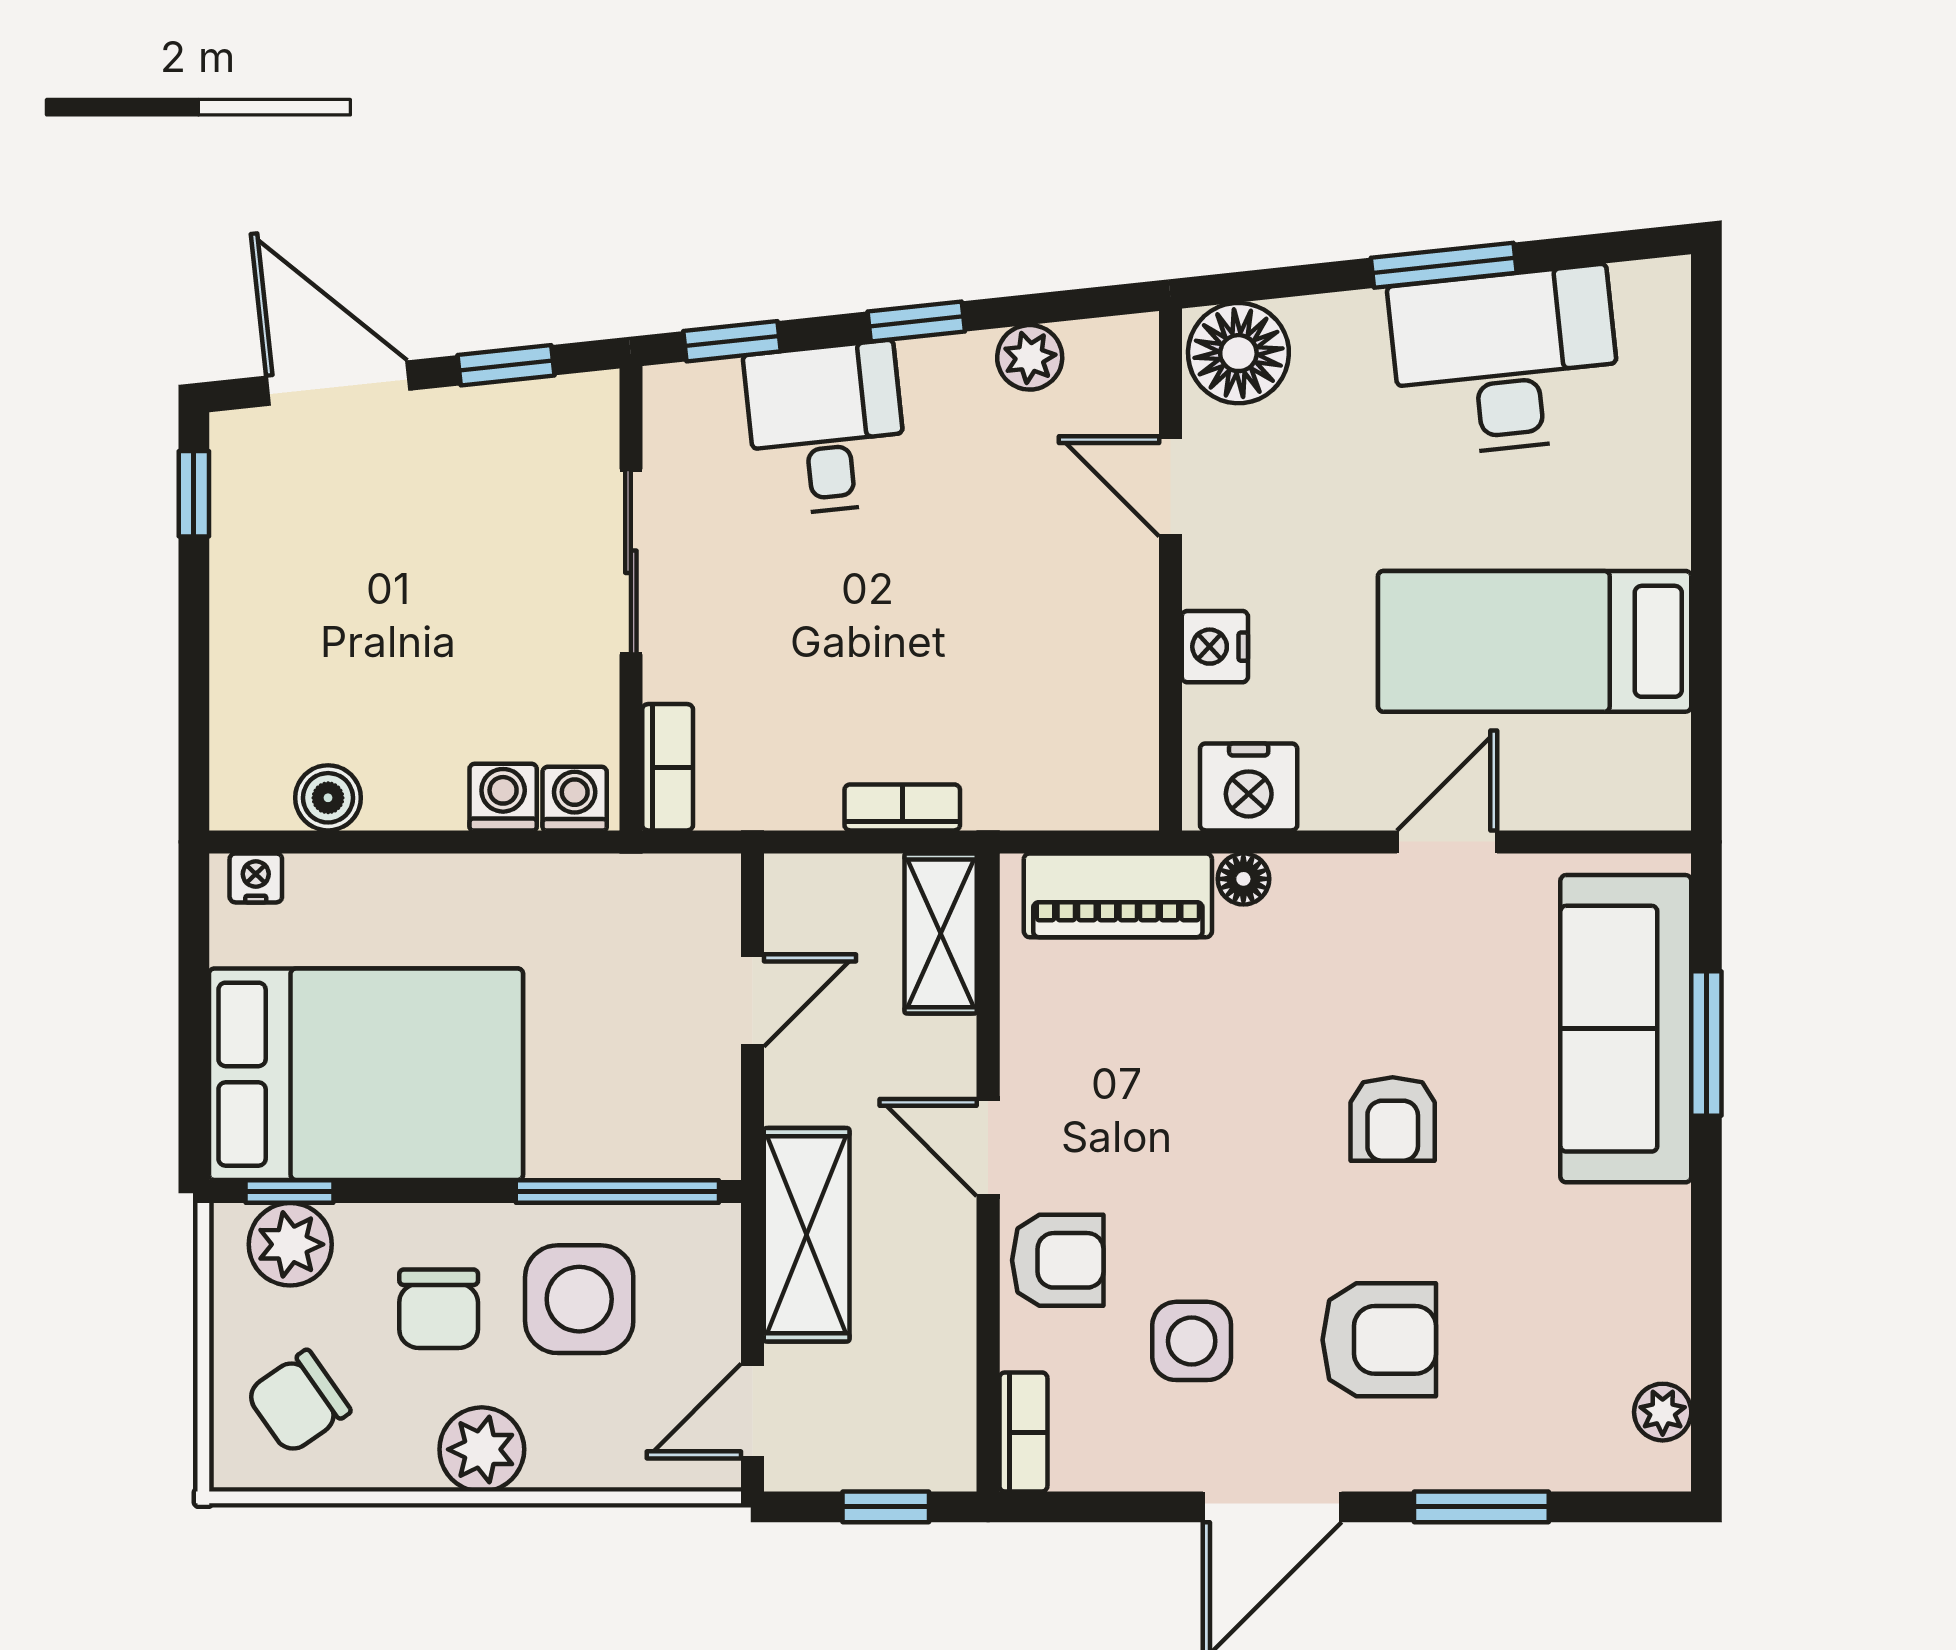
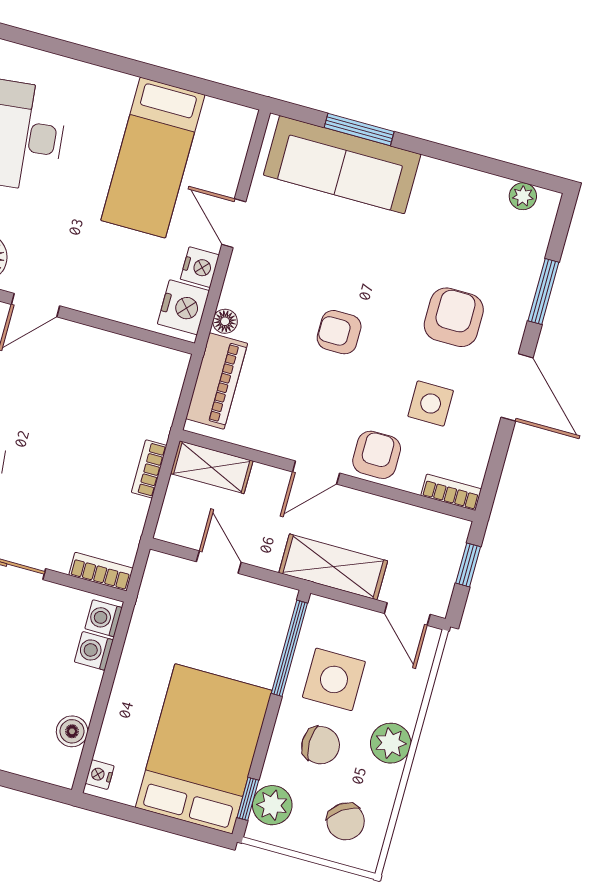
nightstand: (1215, 647) -> (200, 267), moved, turned -90
armchair: (1393, 1119) -> (339, 332), moved, turned 180

